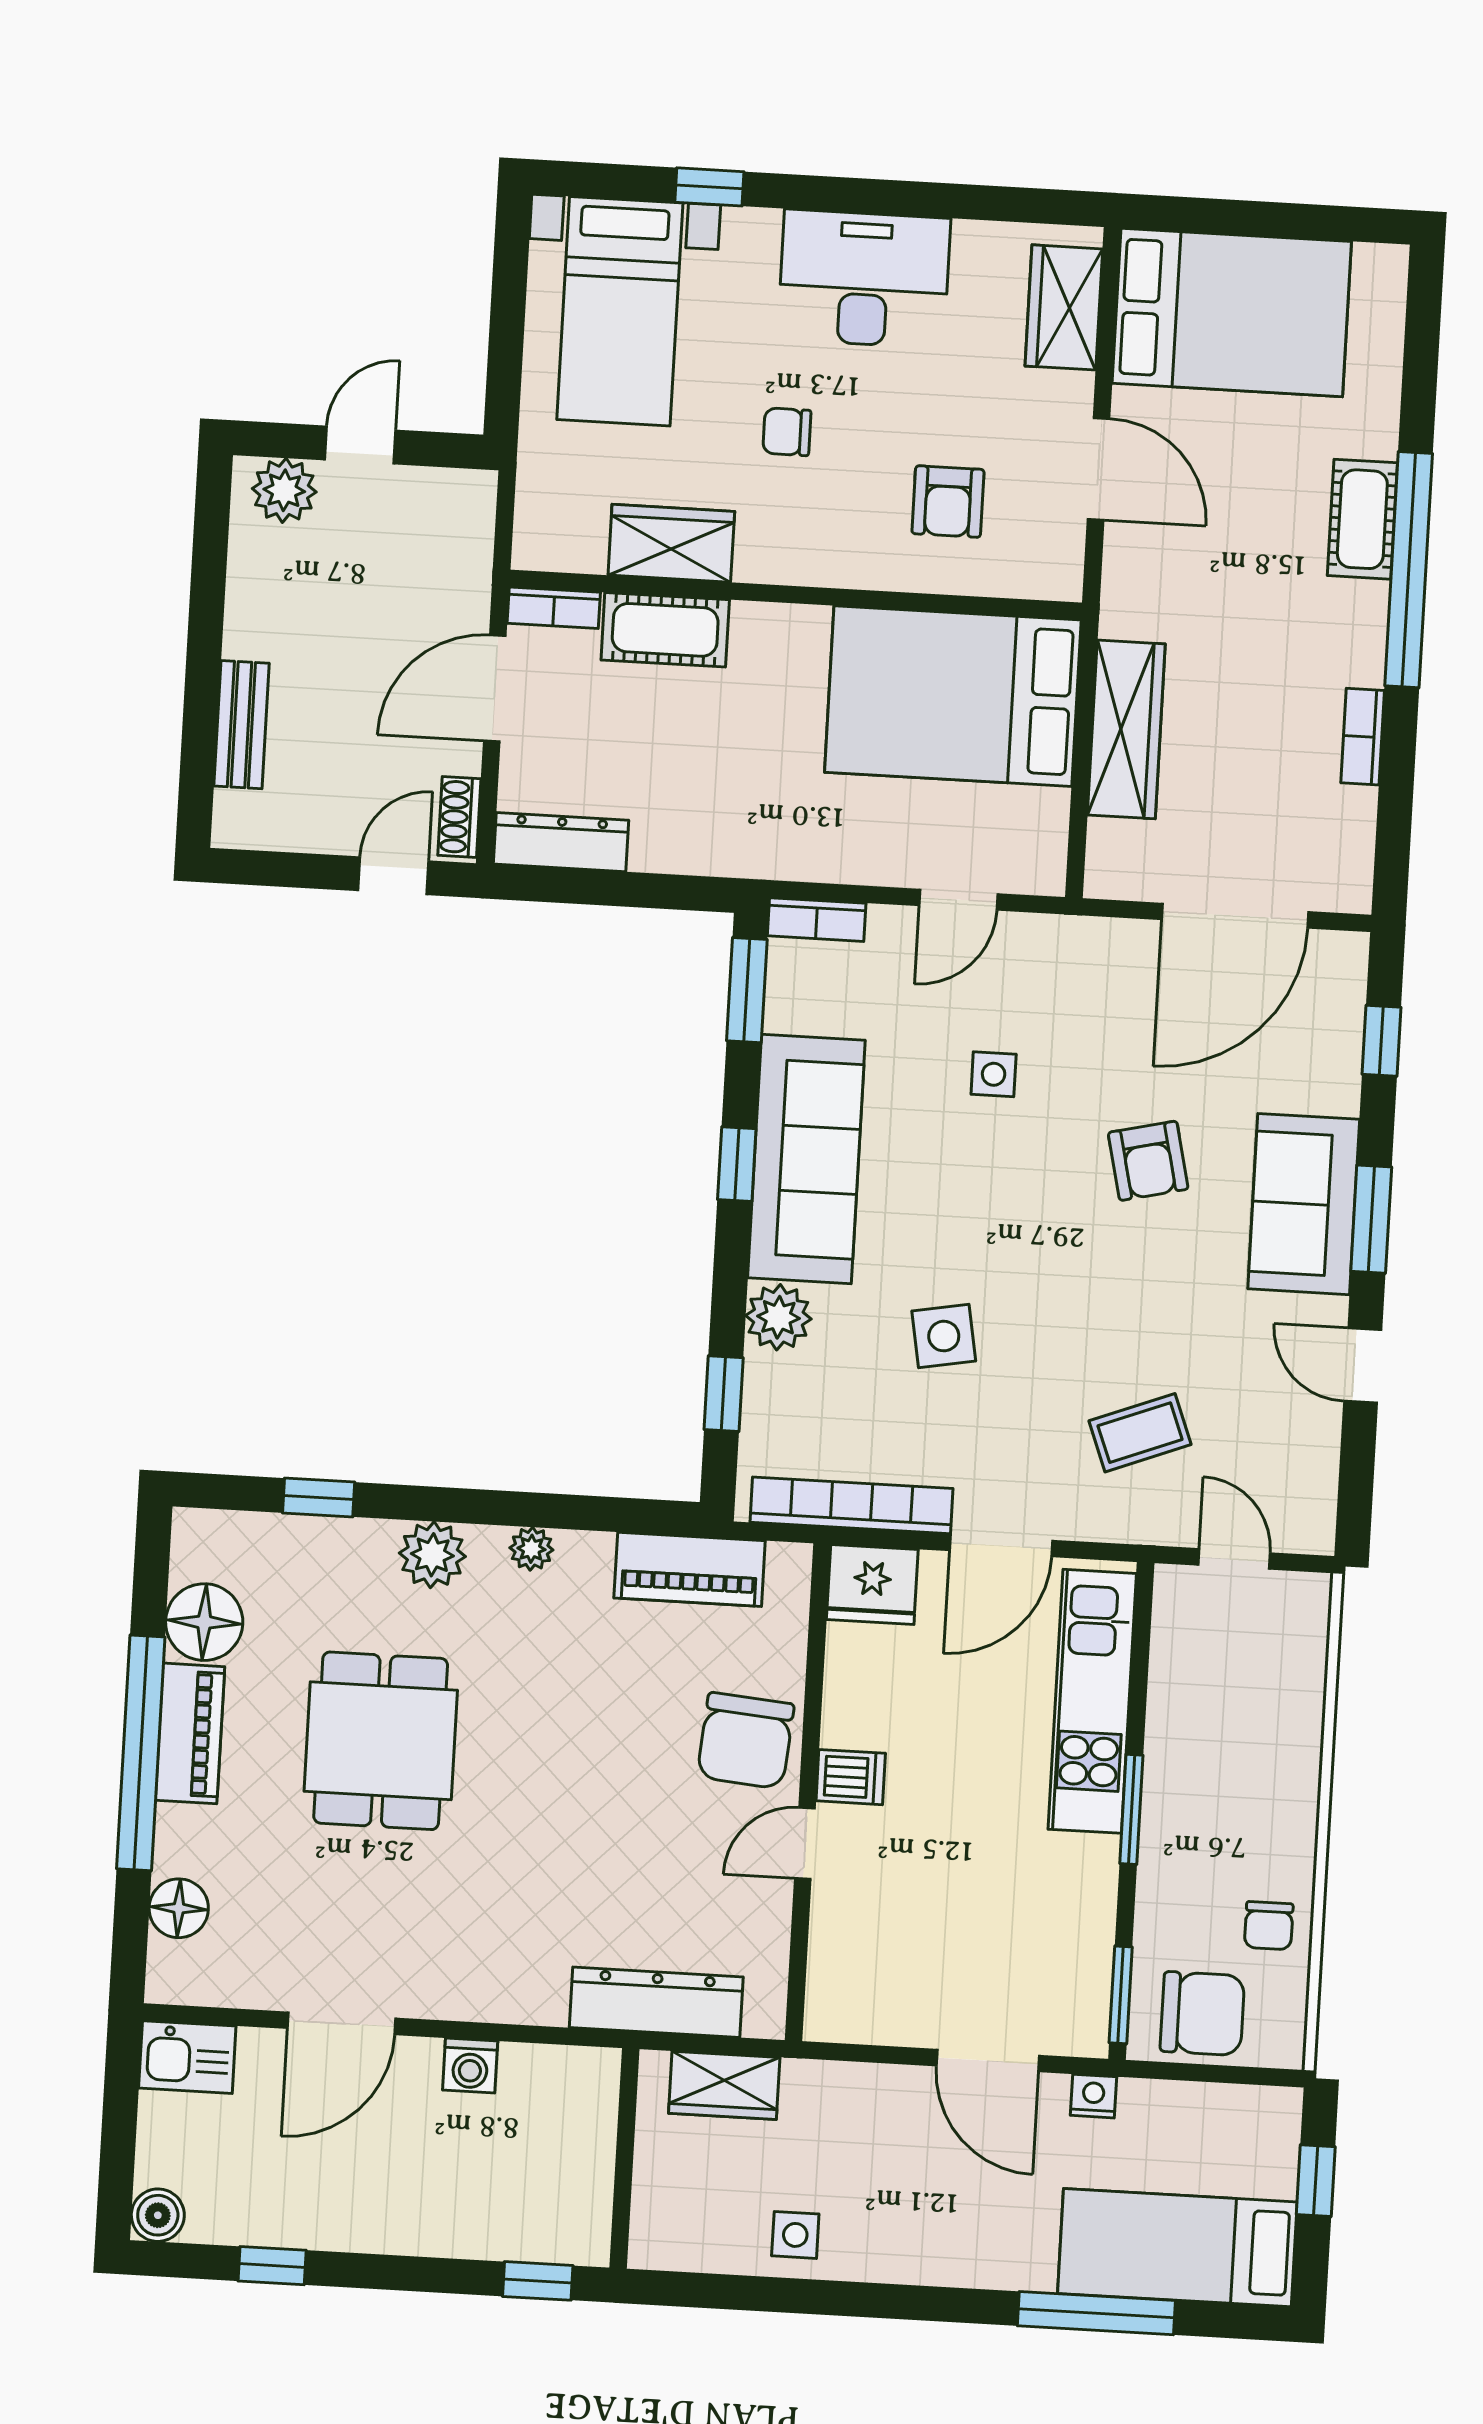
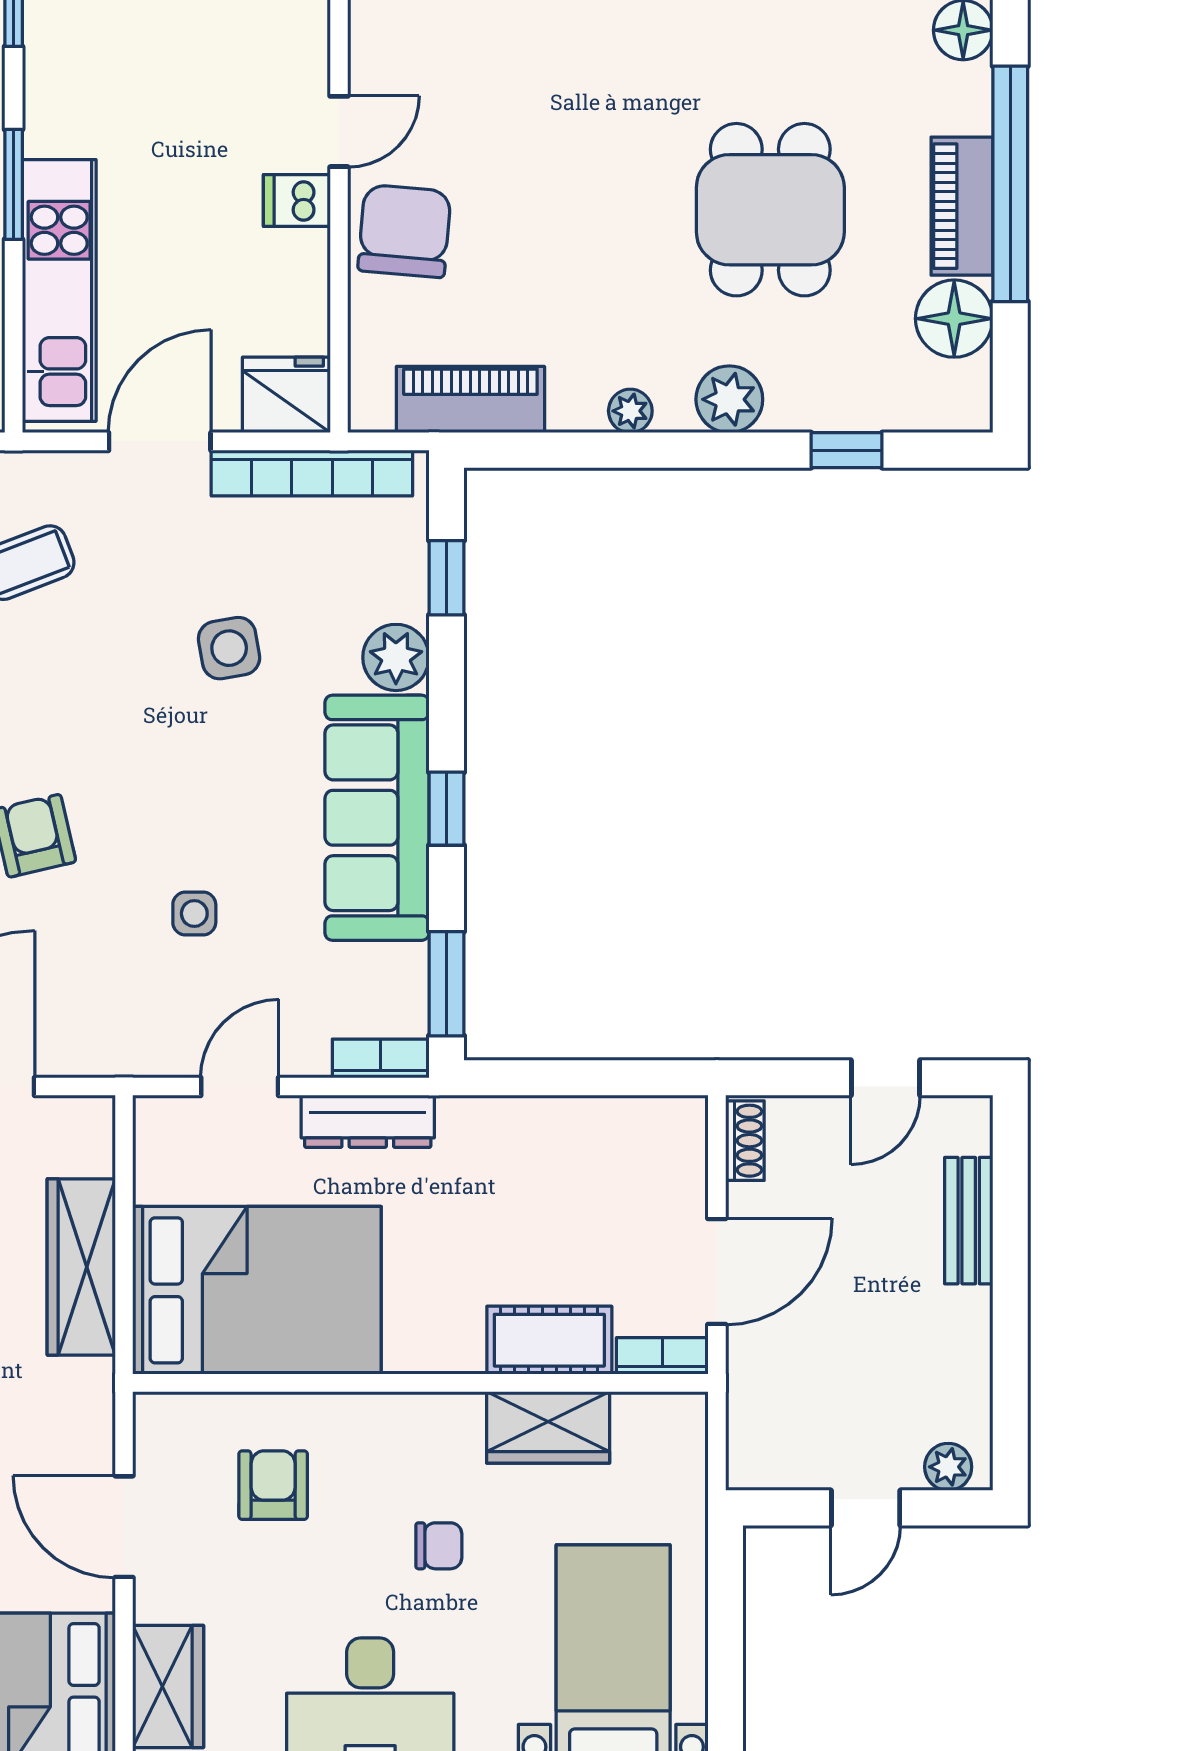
plant: (284, 490) -> (948, 1467), width x0.73, depth x0.73
dresser: (561, 842) -> (368, 1121), moved
door: (393, 876) -> (886, 1078), moved

